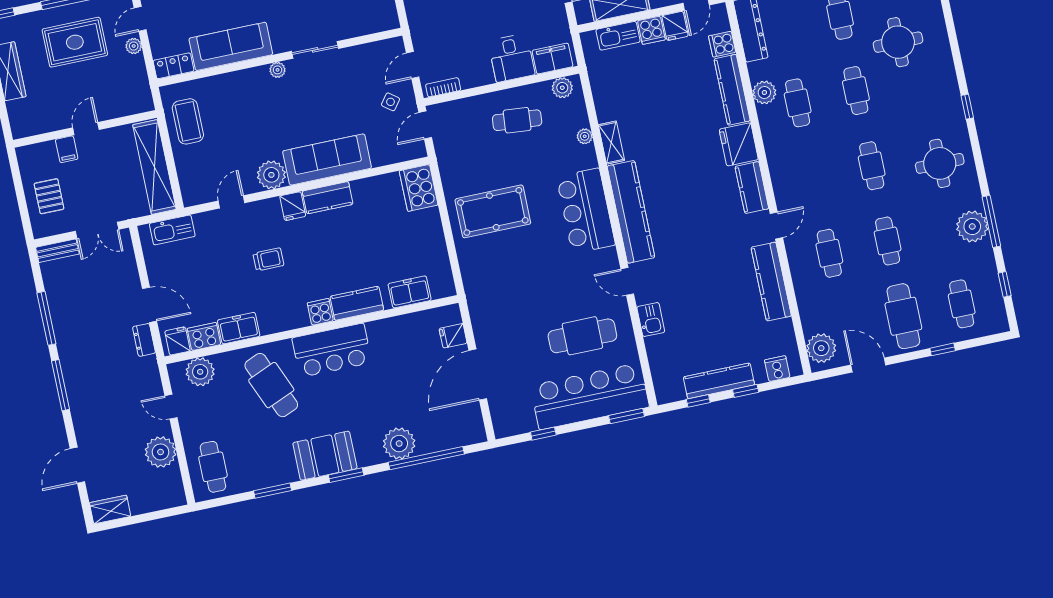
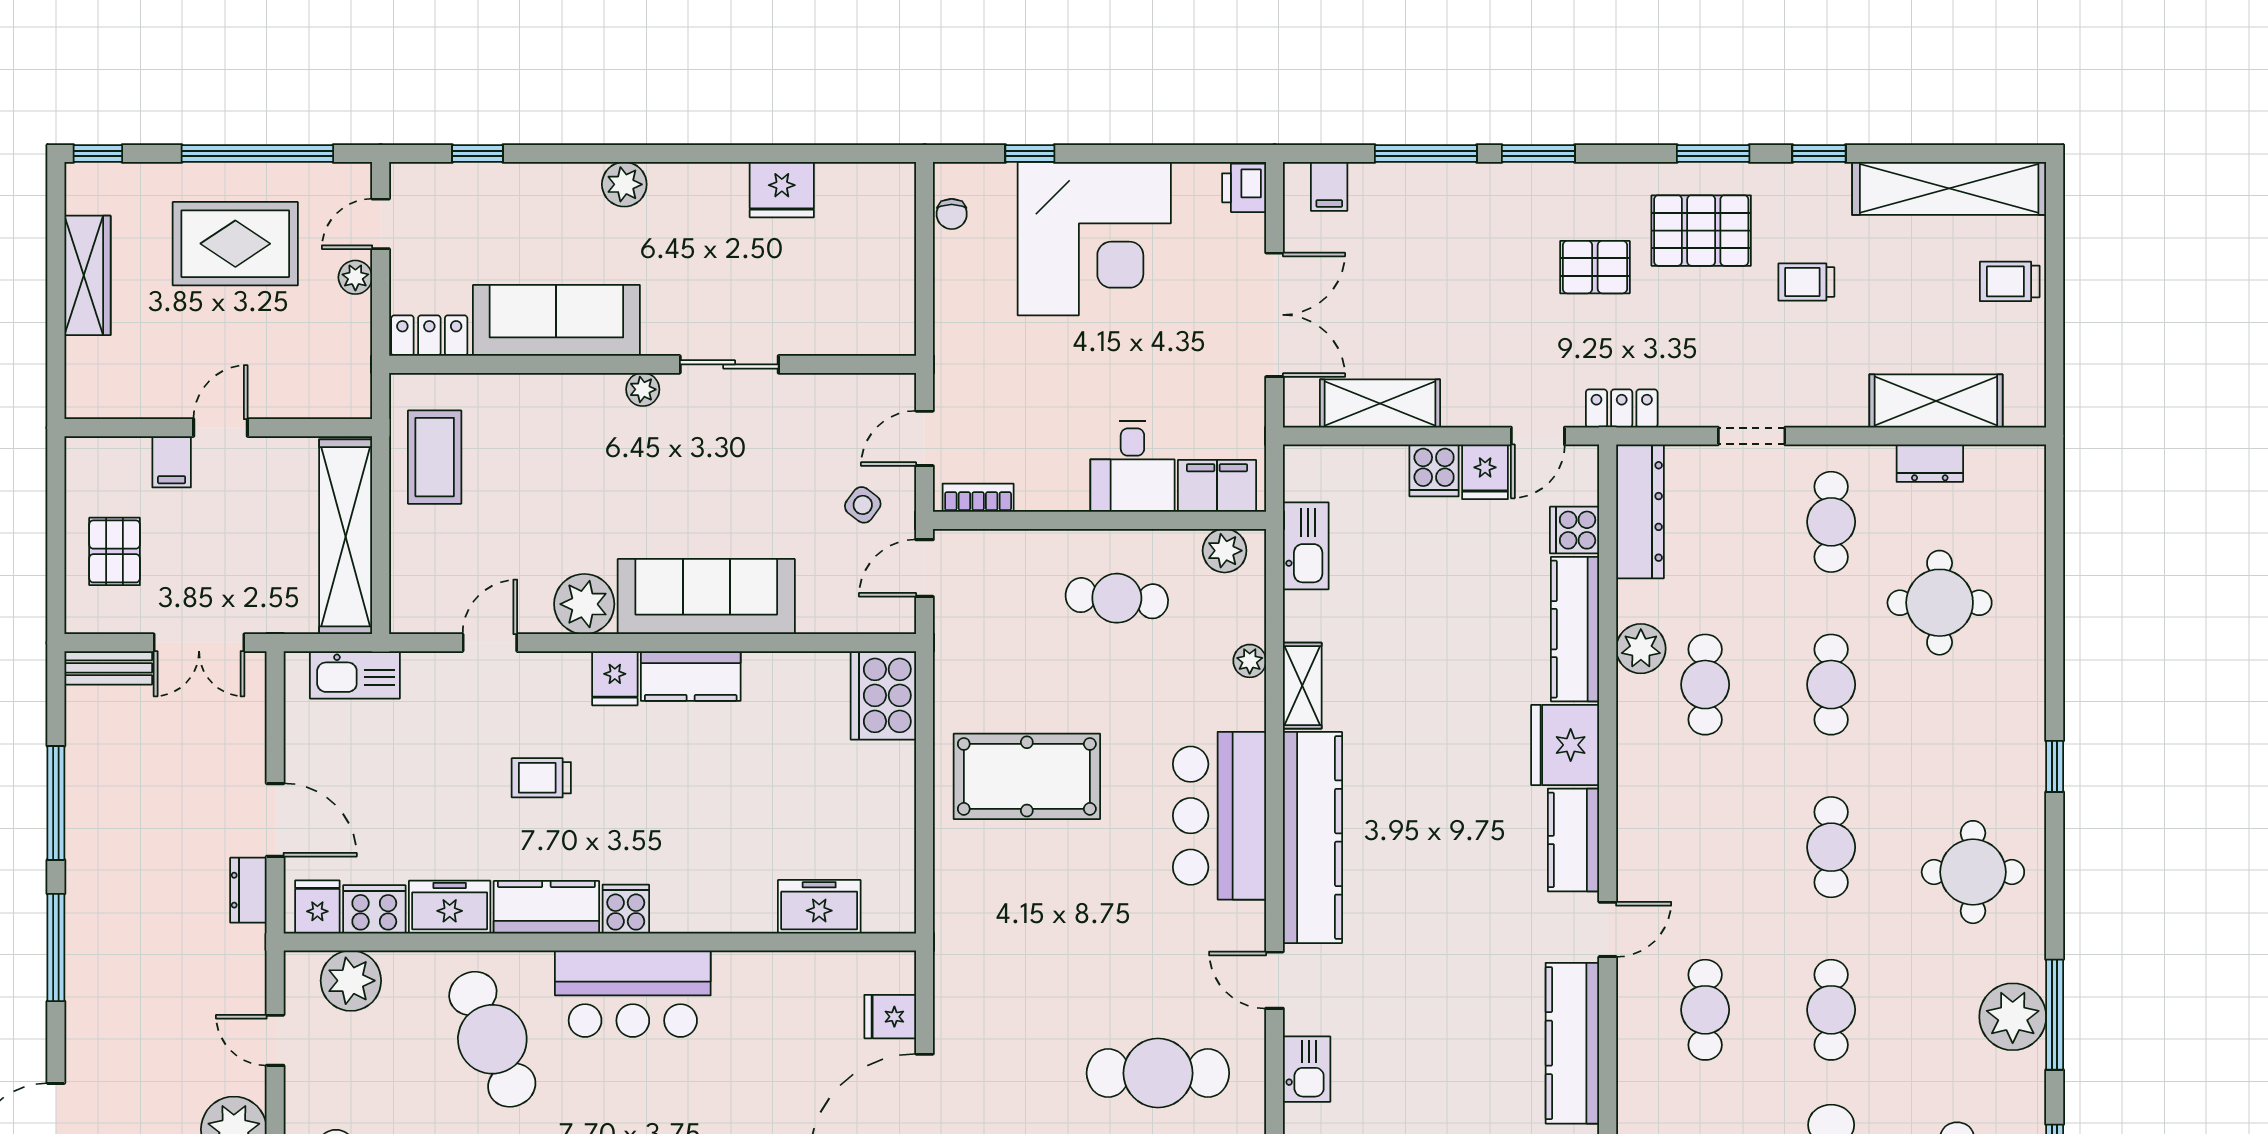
kitchen sink: (618, 36) -> (1306, 546), moved, turned -90
trolley: (268, 259) -> (541, 778), turned 180
kitchen counter: (357, 303) -> (546, 907), moved

